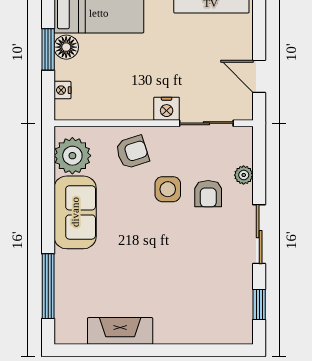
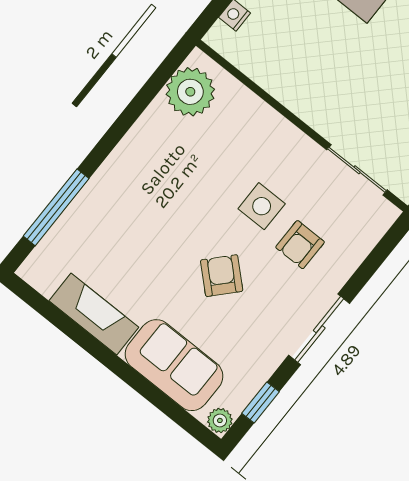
nightstand: (167, 109) -> (328, 121), removed
armchair: (132, 152) -> (222, 276), moved, turned -119
plant: (244, 175) -> (220, 420), moved
sofa: (75, 212) -> (174, 365), moved, turned -90

